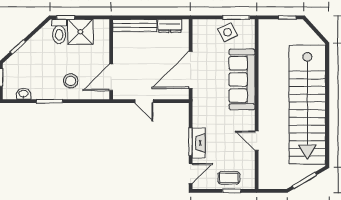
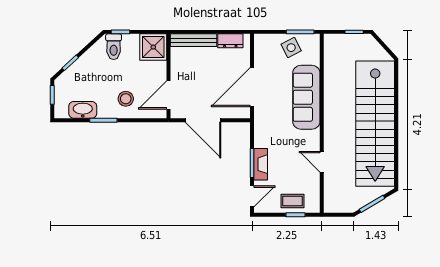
shower: (80, 32) -> (153, 47), moved
washbasin: (24, 94) -> (83, 110), width x1.91, depth x1.45
door: (144, 101) -> (203, 120), width x1.87

